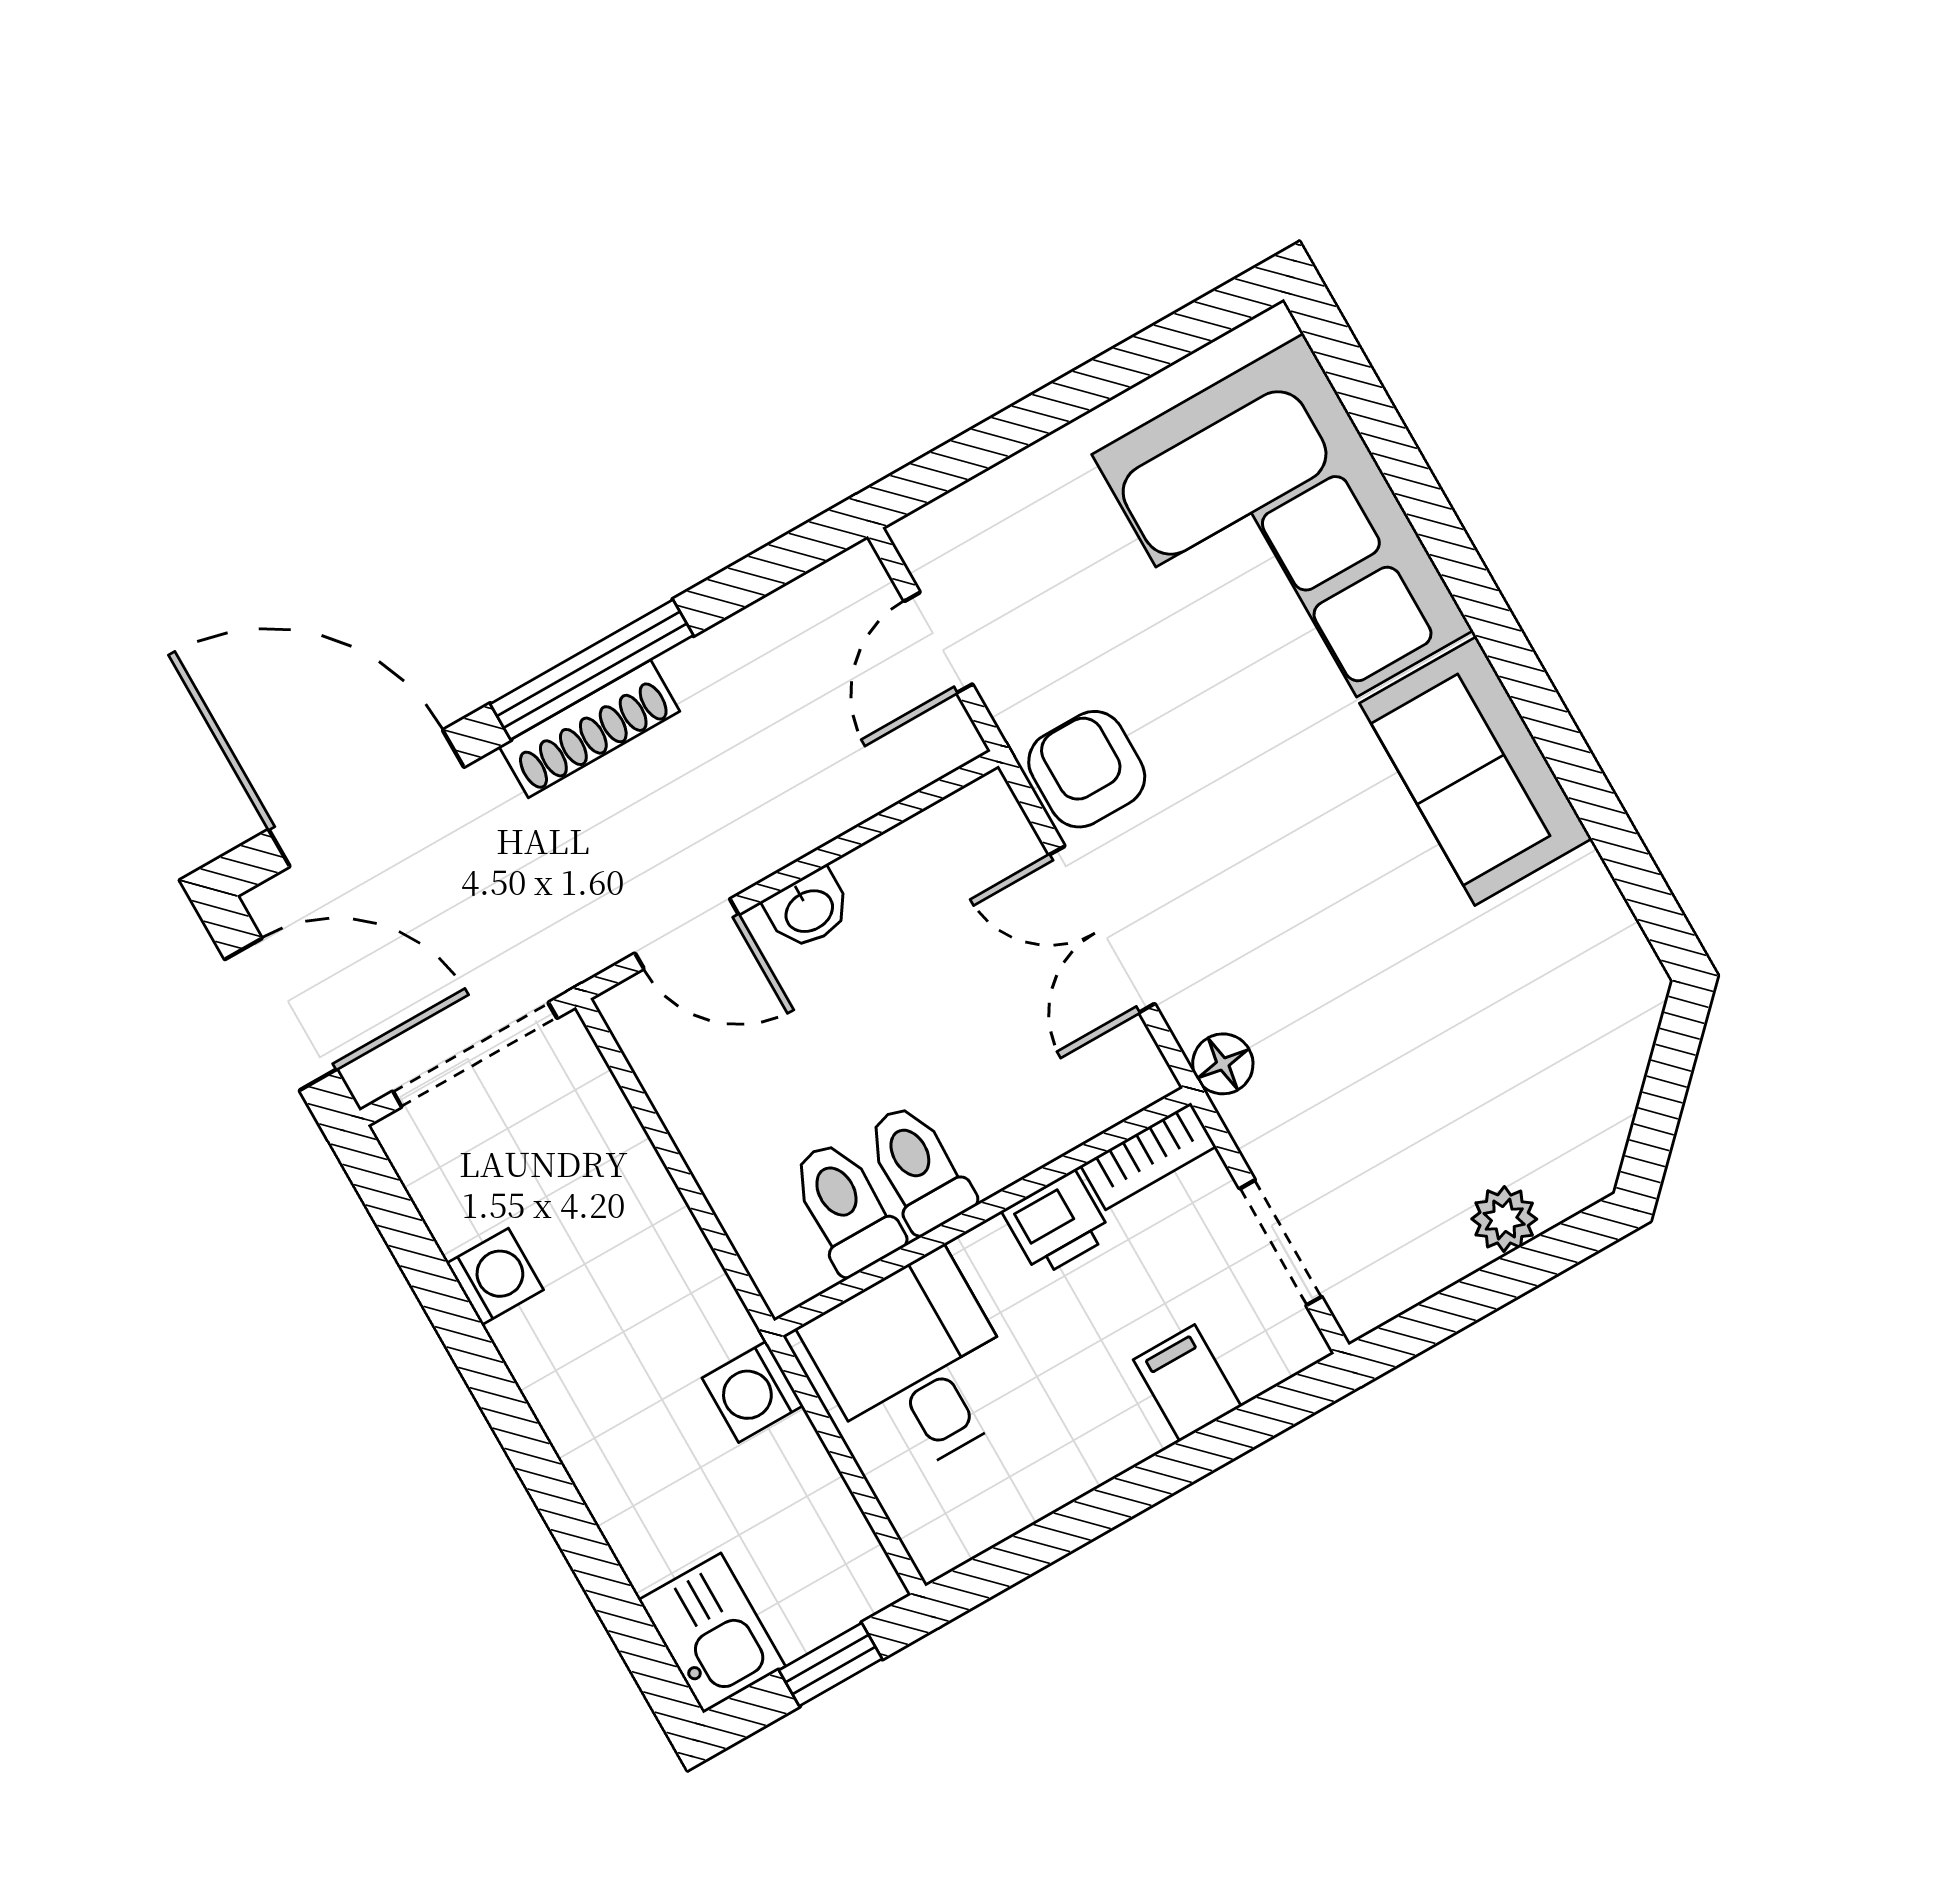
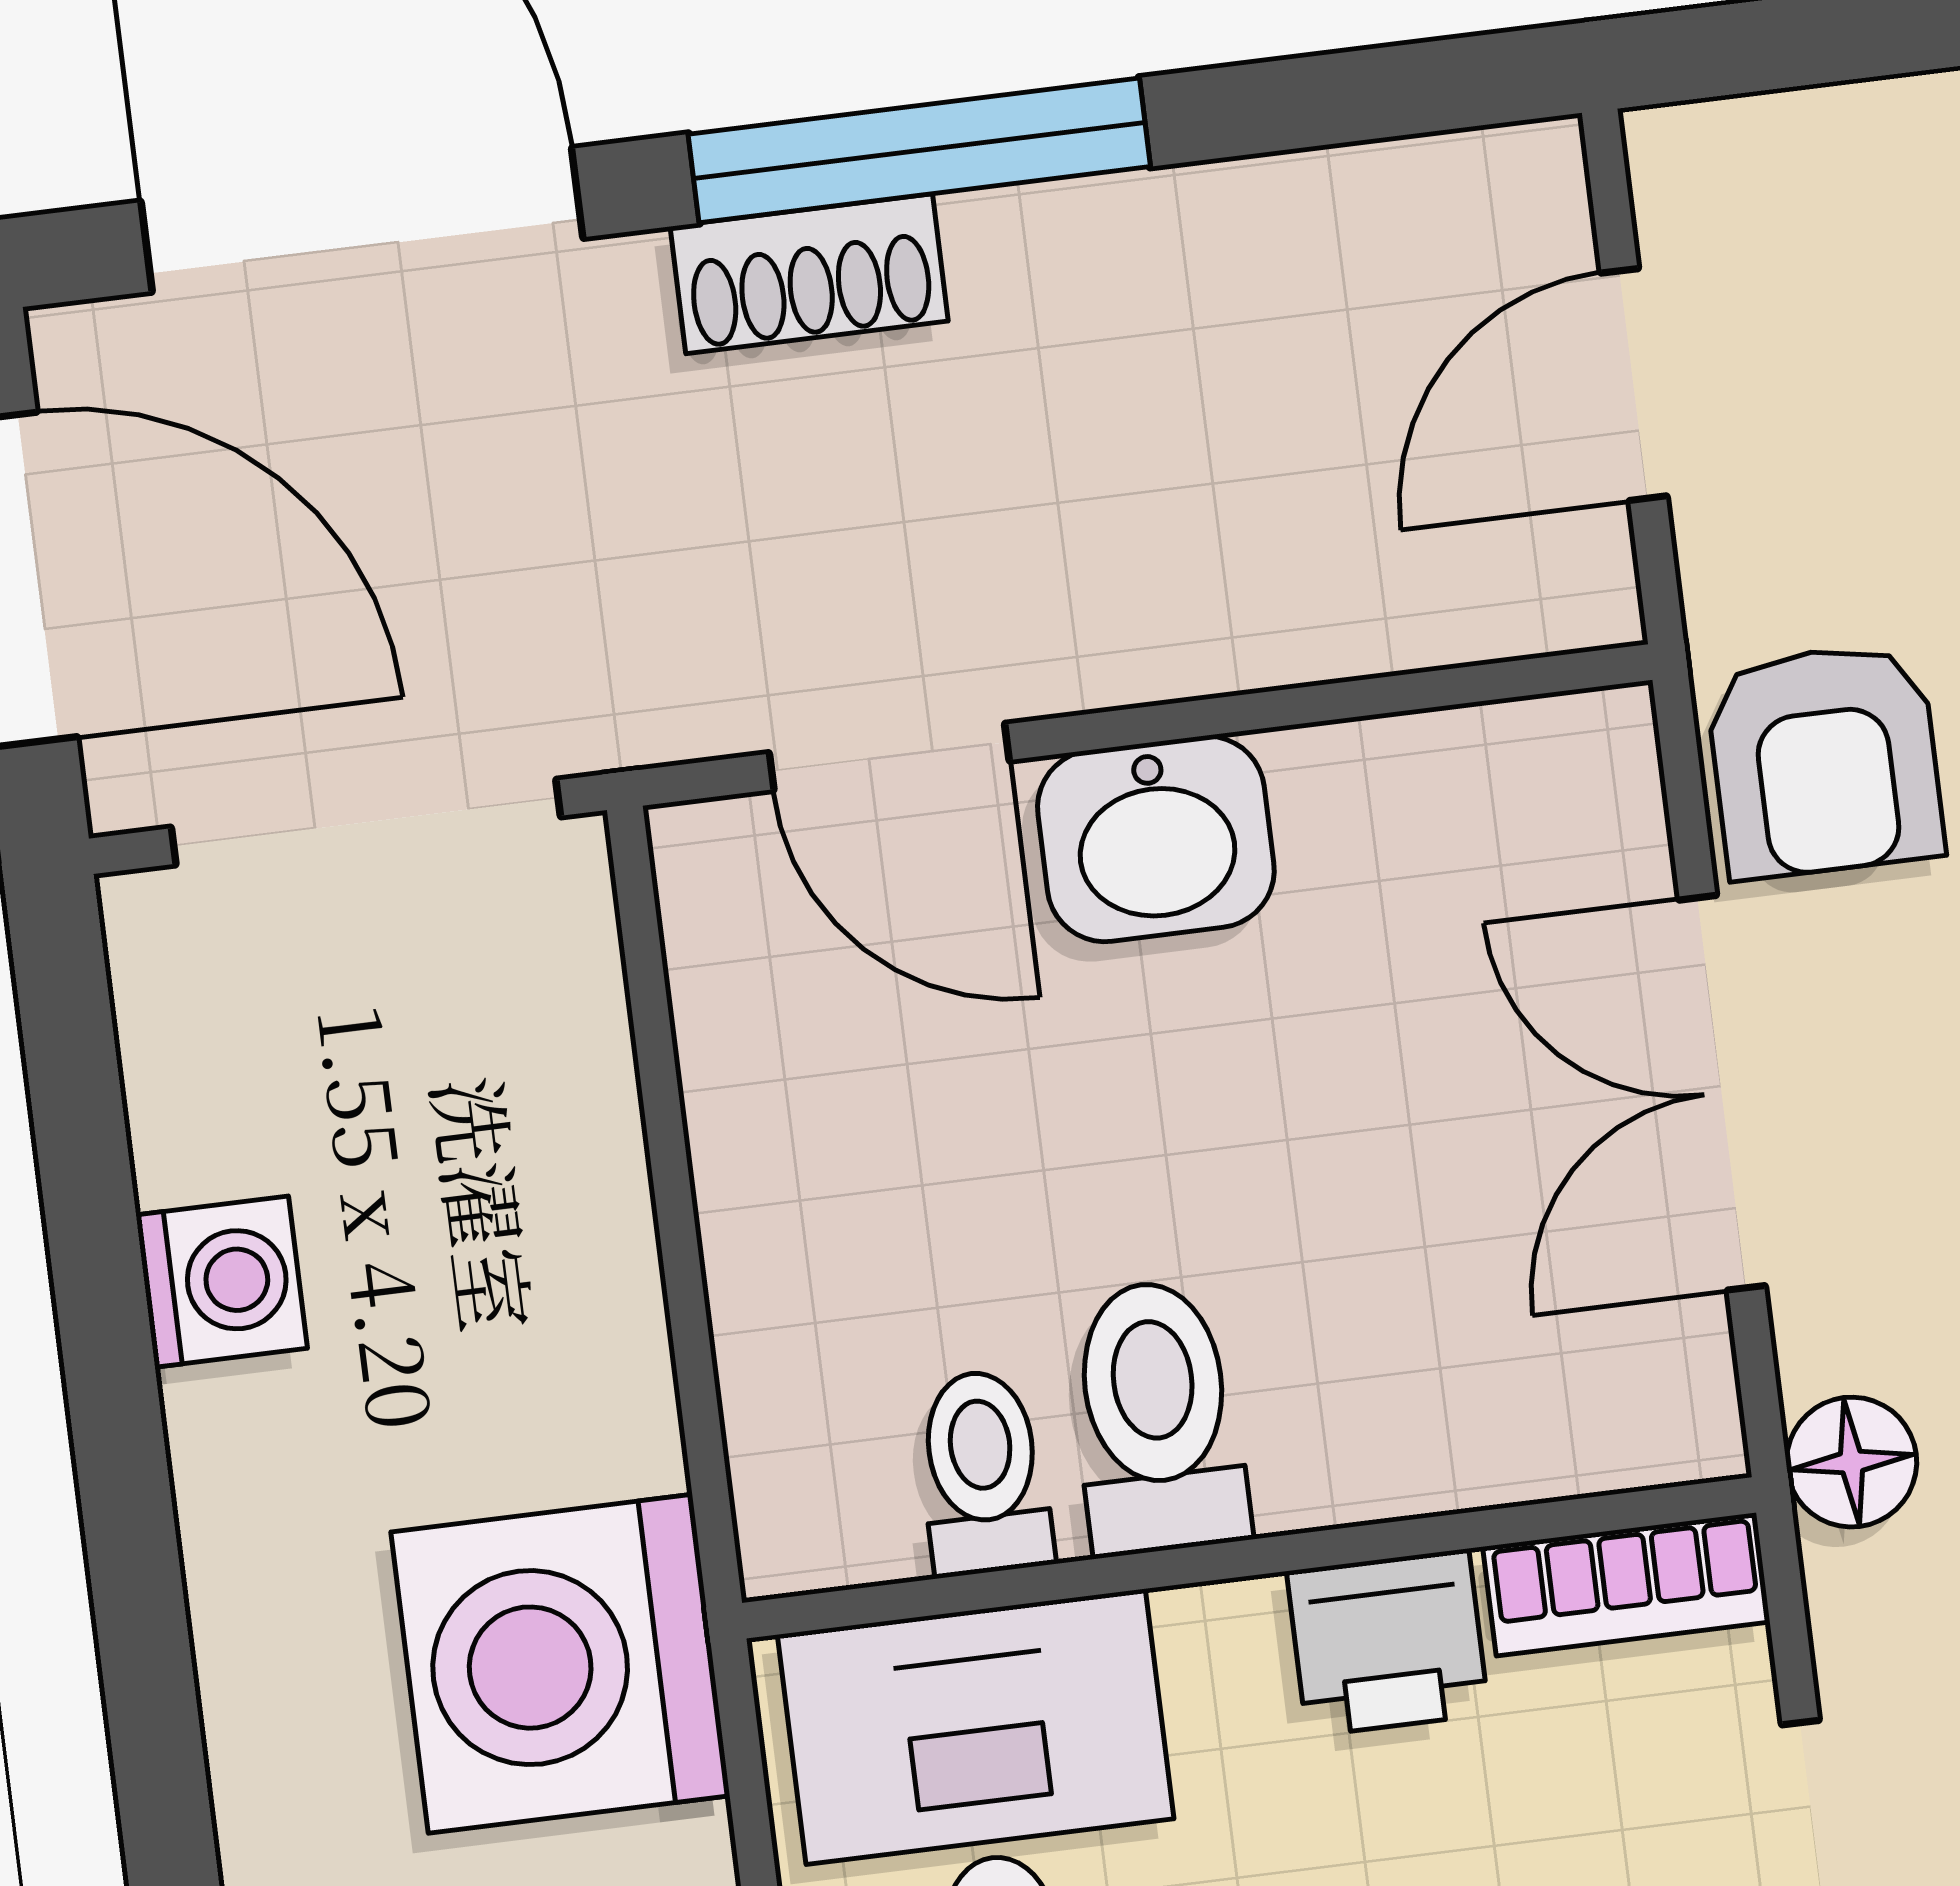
shoe rack: (589, 729) -> (809, 274), width x0.70
armchair: (1087, 769) -> (1825, 760), turned 180
washbasin: (808, 910) -> (1156, 839), width x1.38, depth x1.45
toilet: (845, 1207) -> (984, 1472), width x0.73, depth x0.72
washing machine: (753, 1392) -> (560, 1664), width x1.89, depth x1.89

